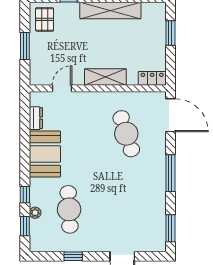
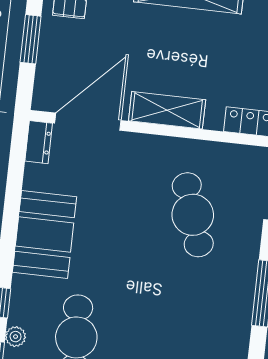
door: (62, 88) -> (88, 122), width x1.88
dresser: (36, 118) -> (39, 142), moved

